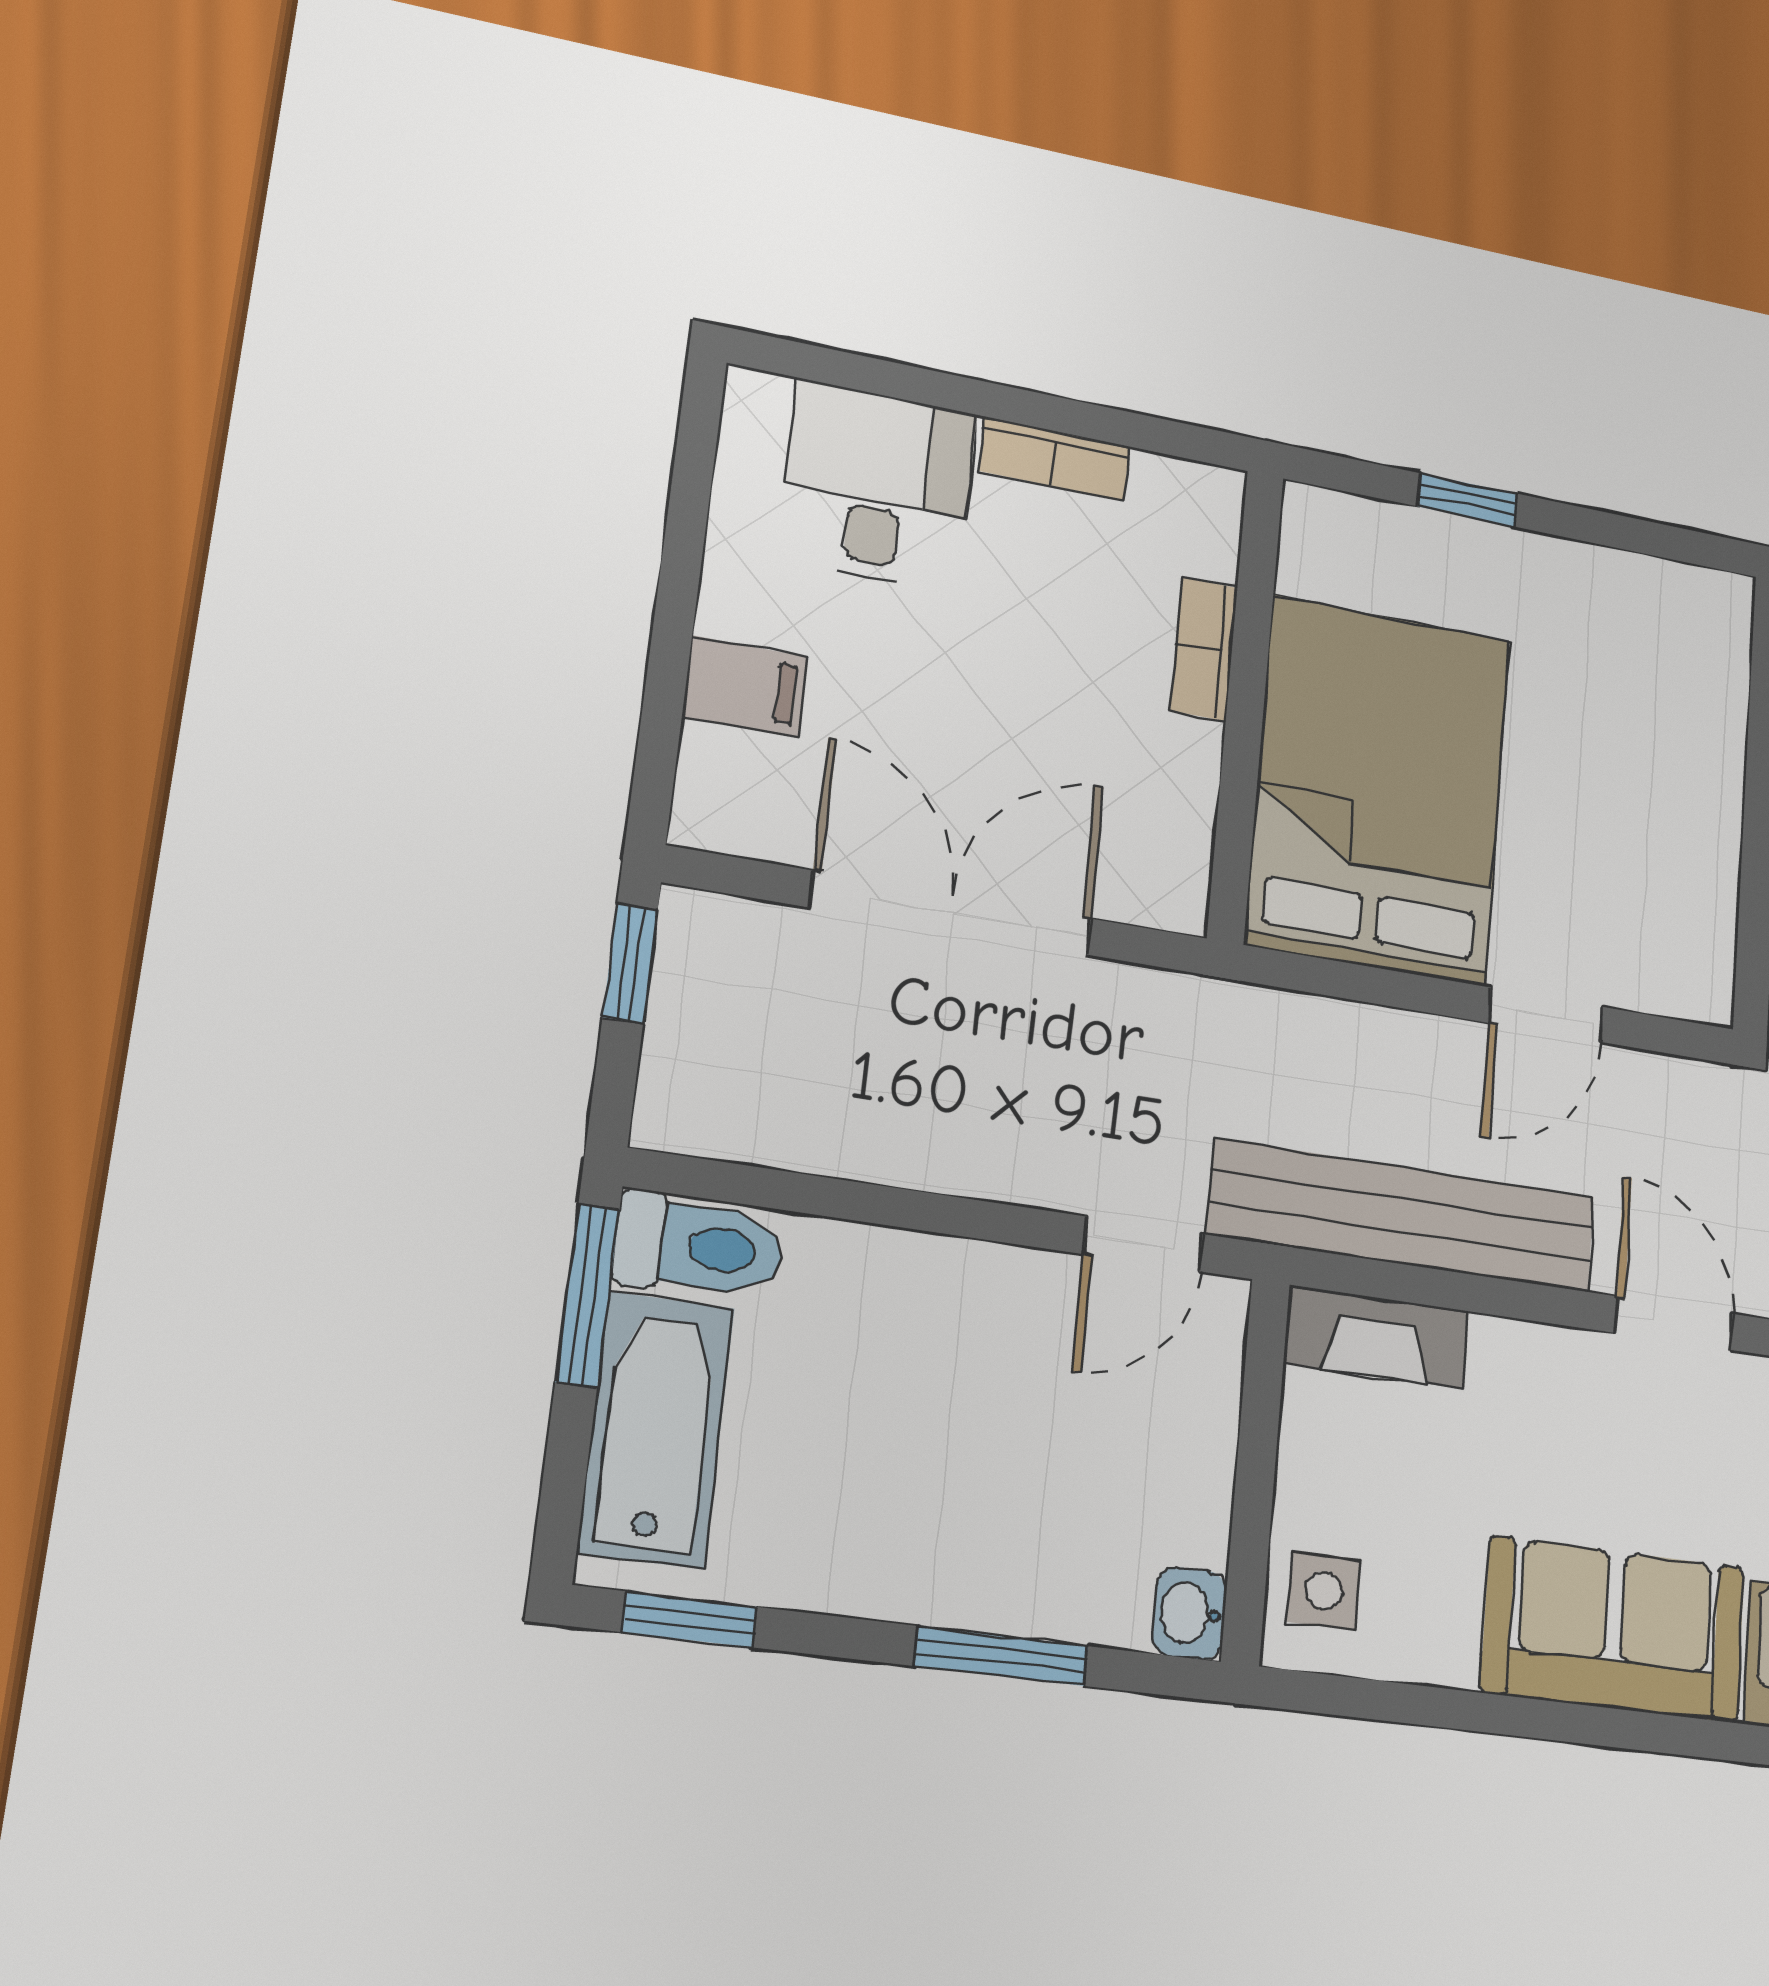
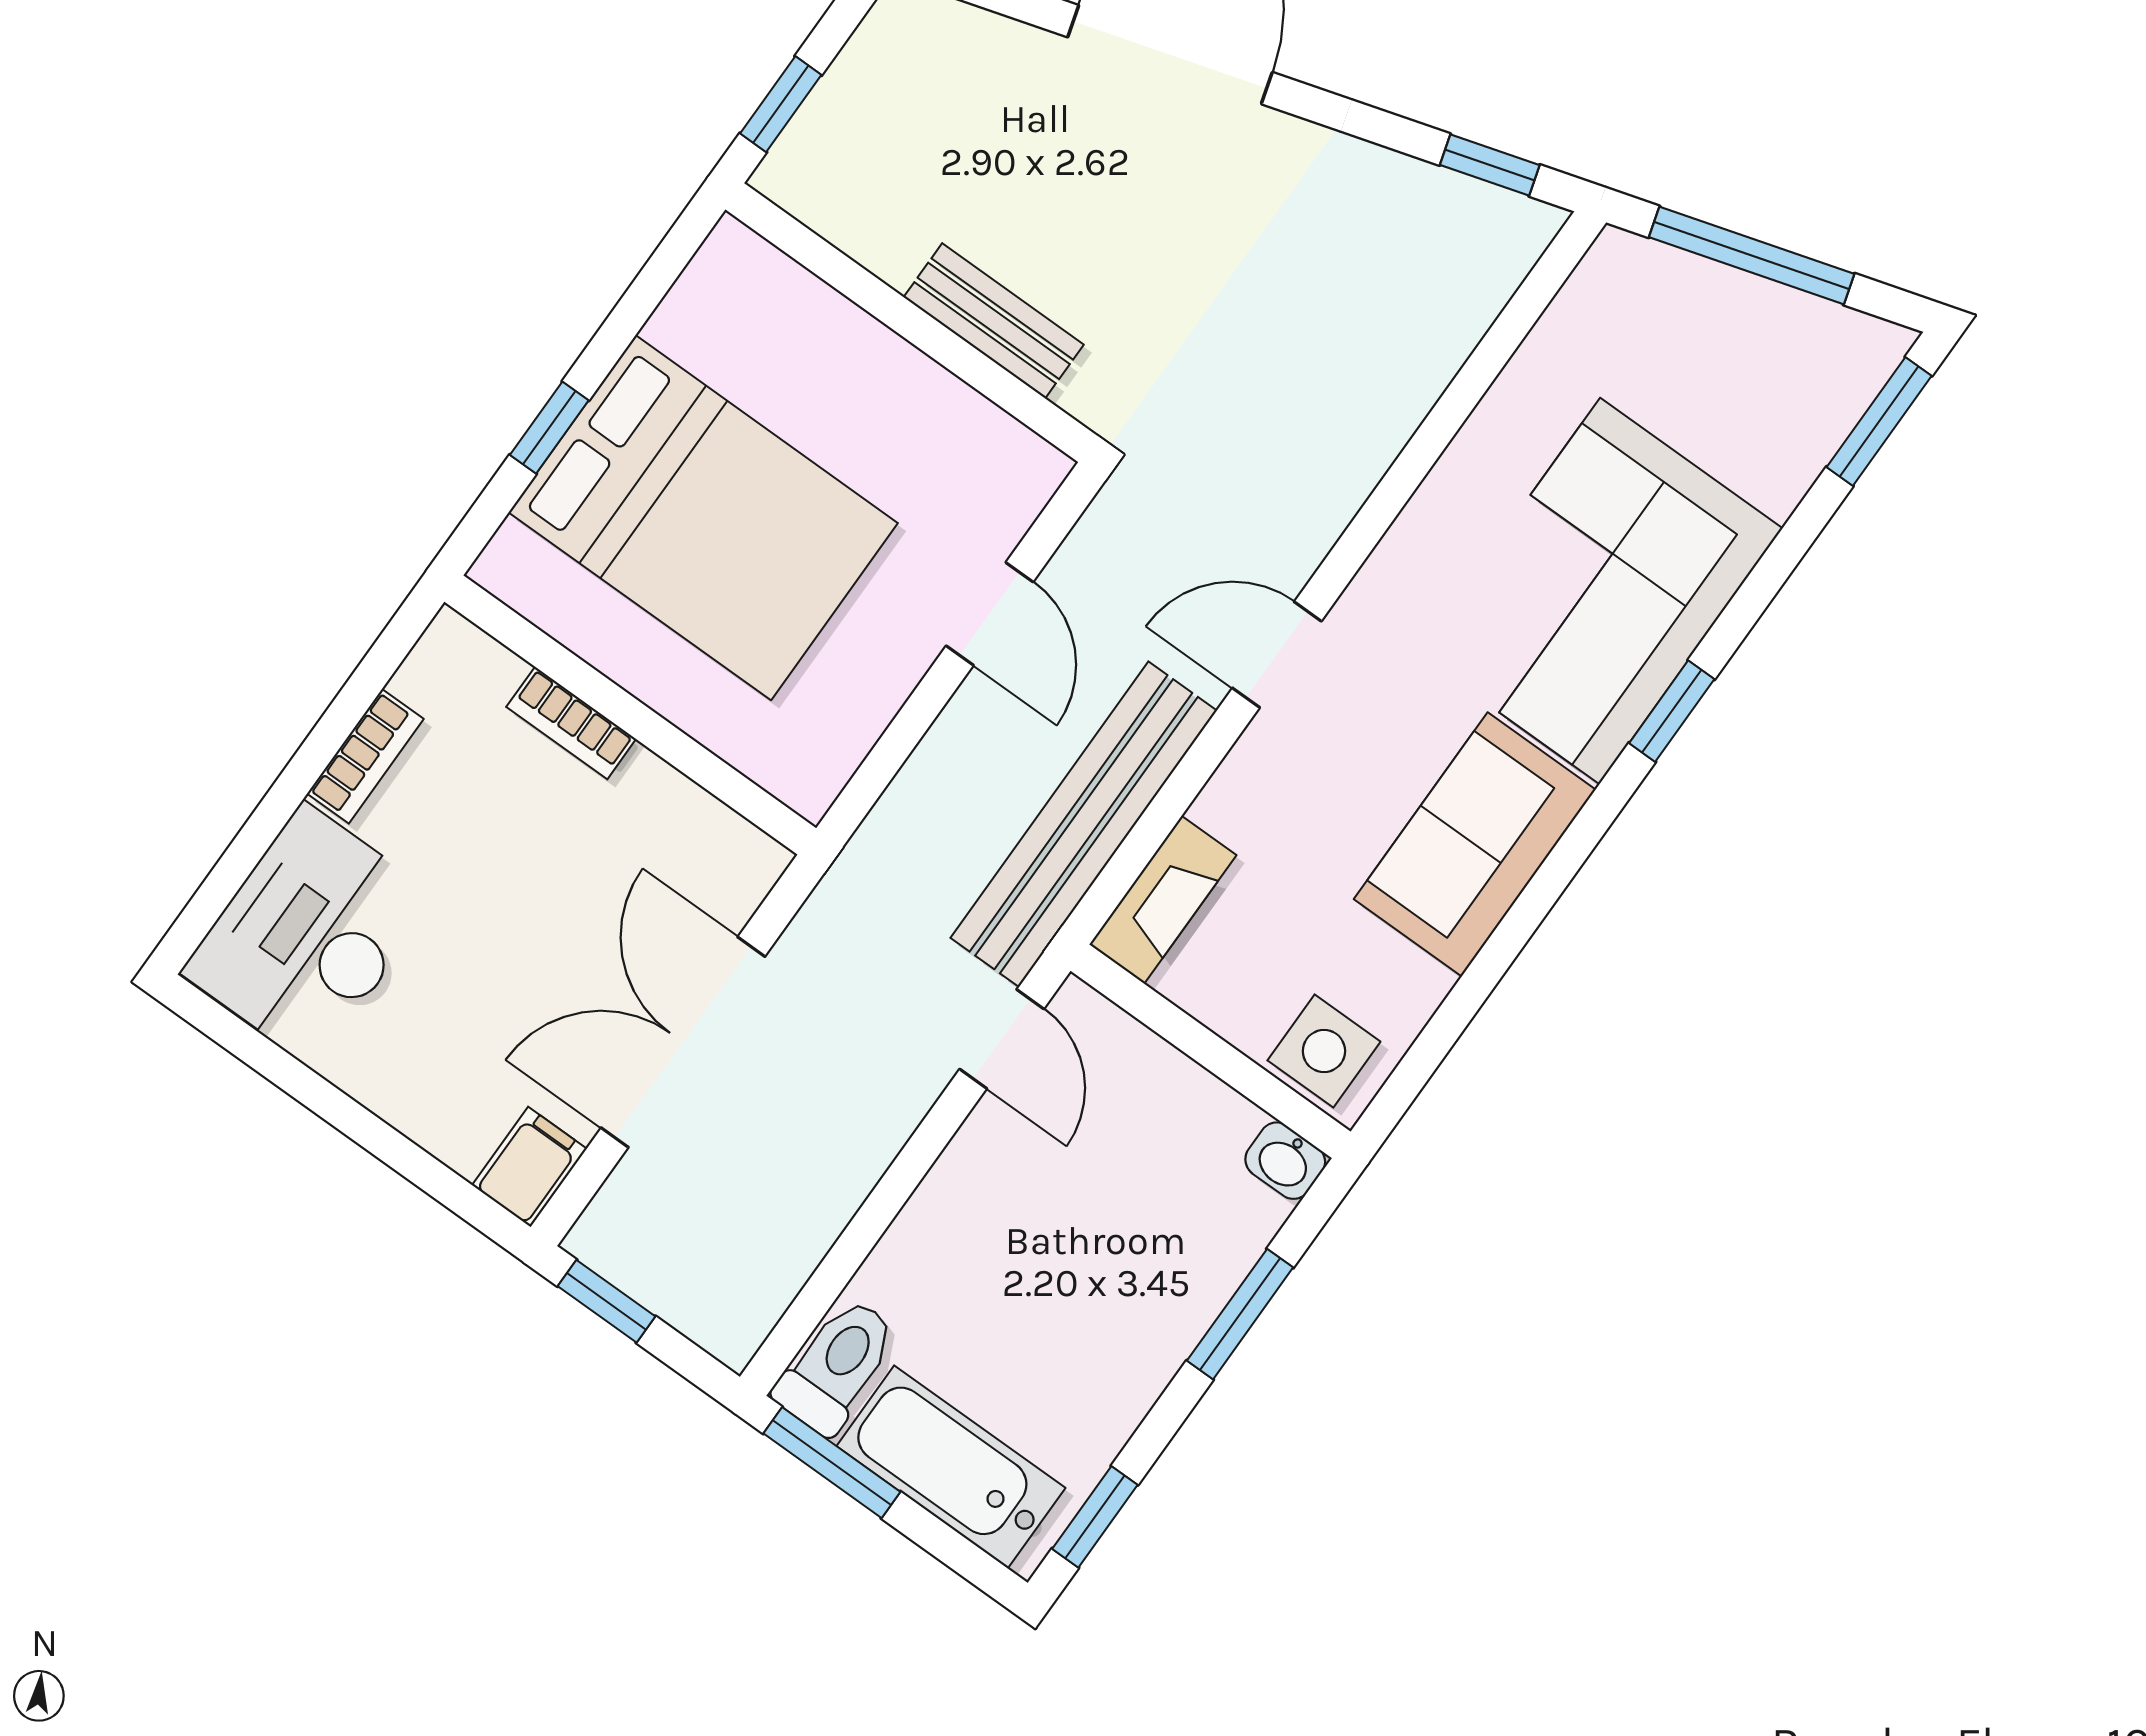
desk: (877, 486) -> (309, 935), width x1.37
filing cabinet: (745, 687) -> (529, 1167), moved
bed: (1379, 790) -> (703, 518), moved, turned 180
side table: (1324, 1590) -> (1324, 1051), width x1.37, depth x1.37

